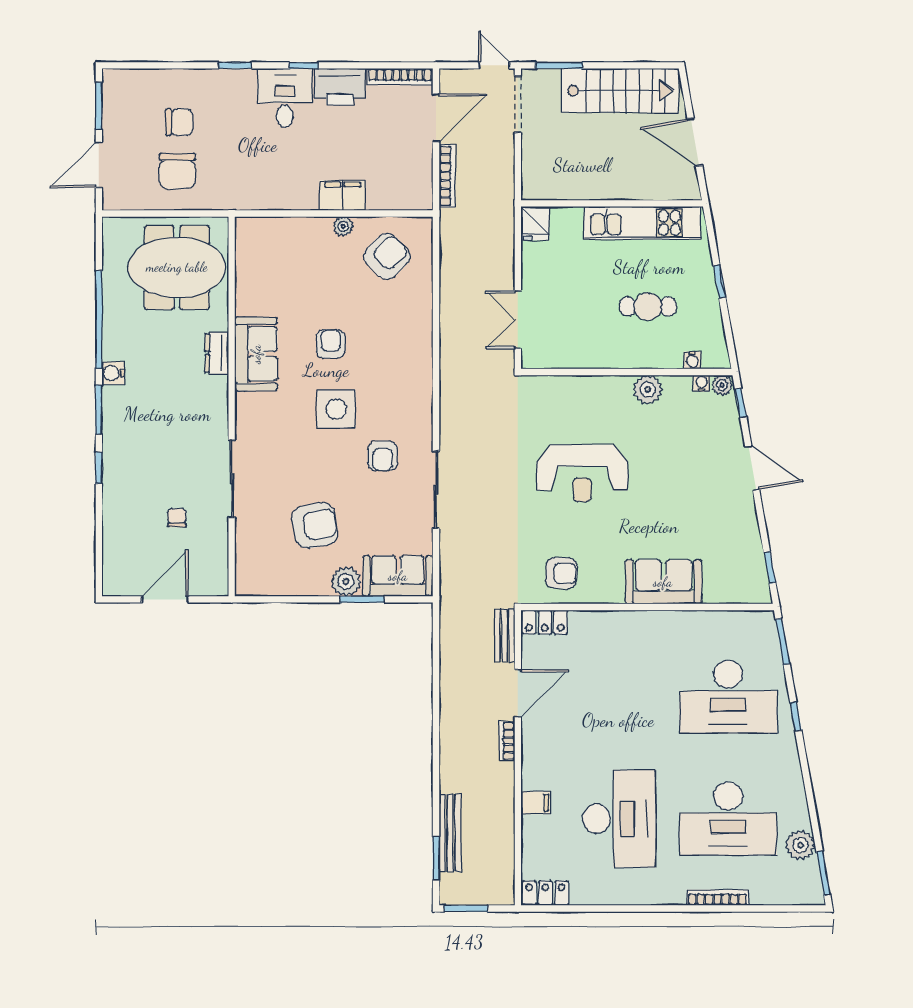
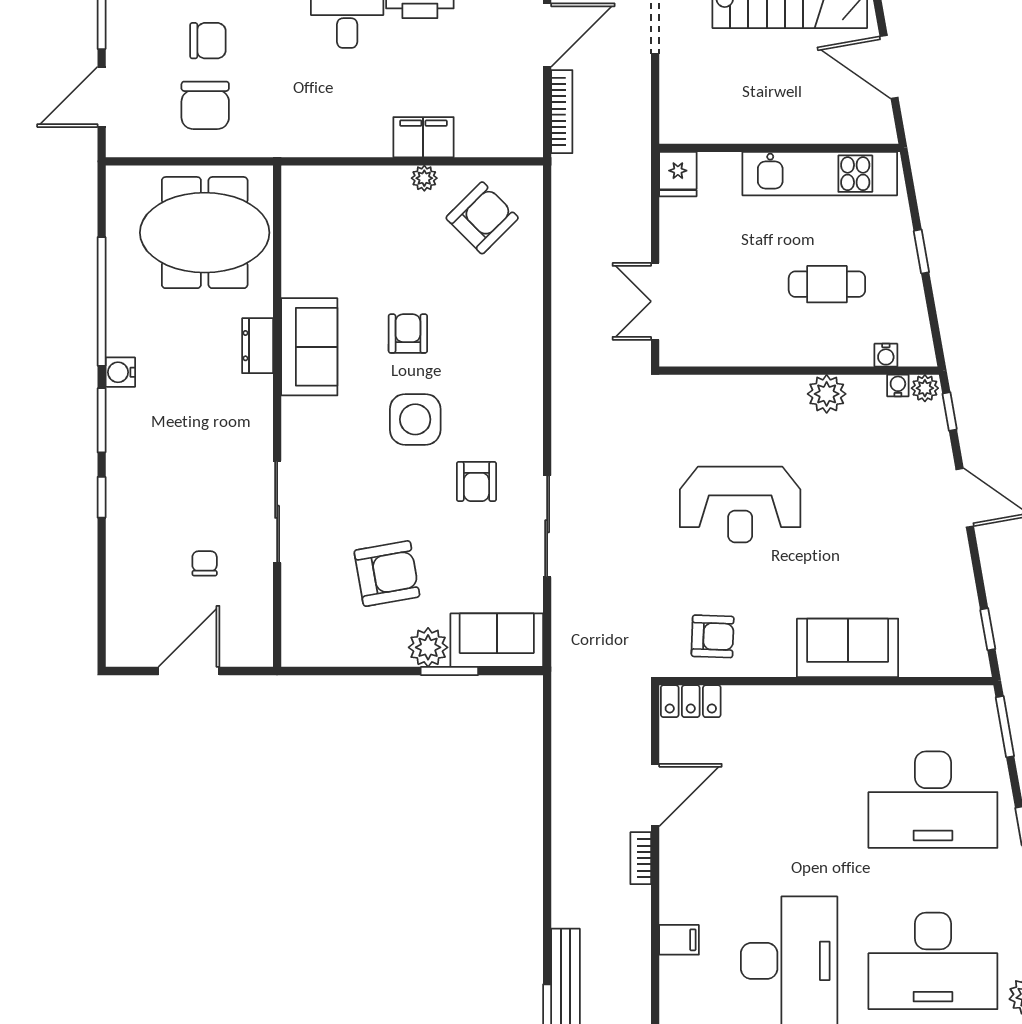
bench: (505, 635) -> (638, 718), removed

